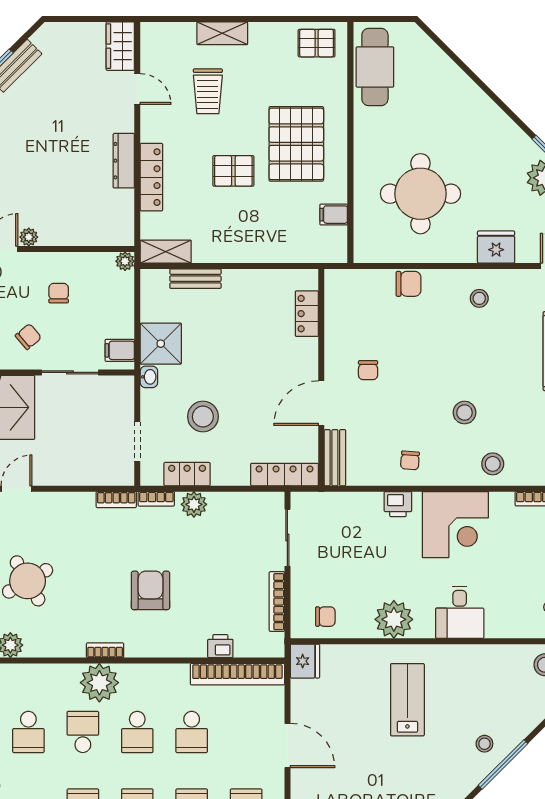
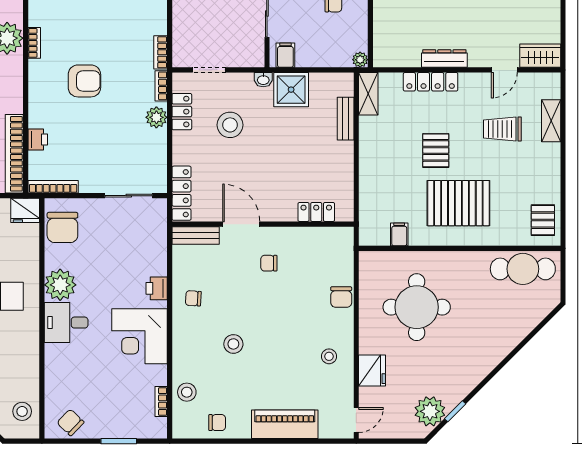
shelving: (222, 33) -> (551, 121), moved
stool: (493, 464) -> (187, 392), moved
bookcase: (277, 602) -> (53, 187), moved
desk: (460, 612) -> (66, 323), moved
chair: (325, 617) -> (62, 227), width x1.87, depth x1.87

